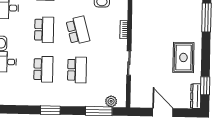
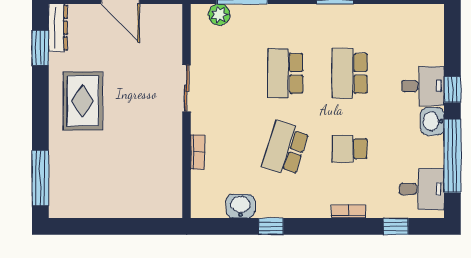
school desk: (44, 30) -> (350, 149), width x0.54
school desk: (78, 30) -> (285, 149), turned 33

